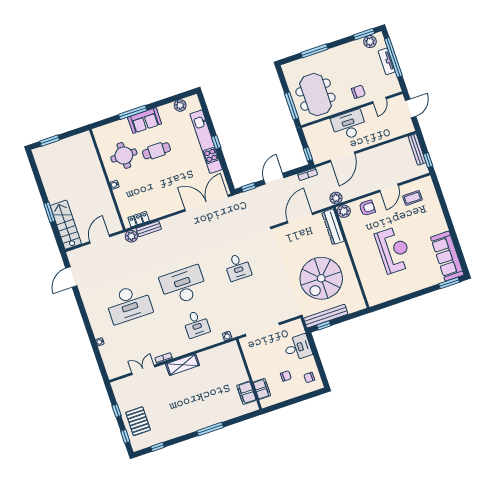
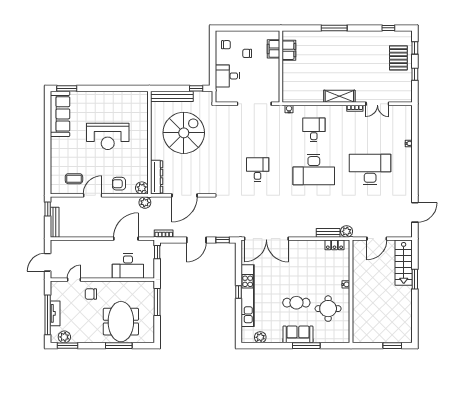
meeting table: (316, 95) -> (121, 322), moved
desk: (349, 125) -> (128, 266), moved
reception desk: (394, 250) -> (108, 136), turned -90
bench: (326, 316) -> (172, 96), moved

